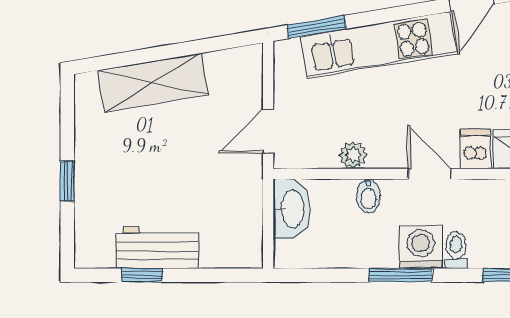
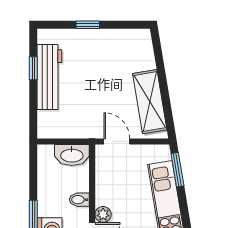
shelving: (153, 82) -> (150, 102), moved
plant: (353, 155) -> (103, 214), moved
workbench: (157, 247) -> (49, 77), width x1.38

